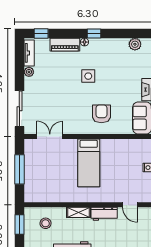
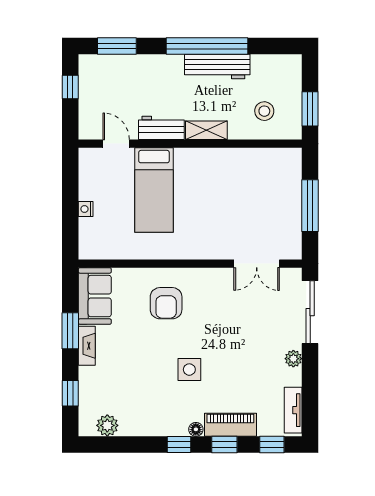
window: (68, 33) -> (224, 444), added
plant: (29, 72) -> (293, 359), moved
bed: (89, 163) -> (154, 190), moved, turned 180

